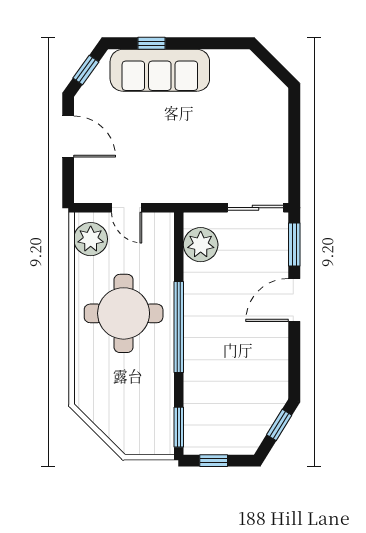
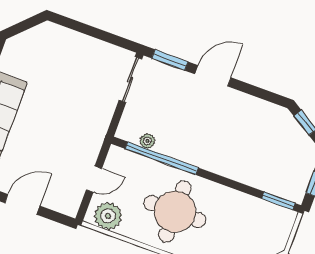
plant: (201, 245) -> (147, 141), width x0.53, depth x0.53
door: (294, 300) -> (213, 76), swing flipped
window: (179, 327) -> (162, 158), moved

